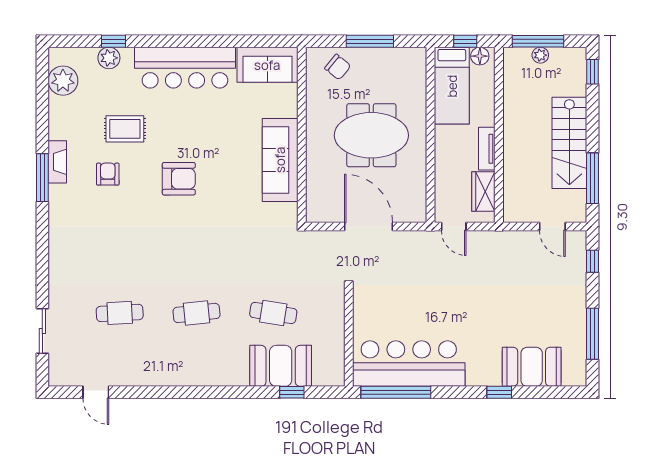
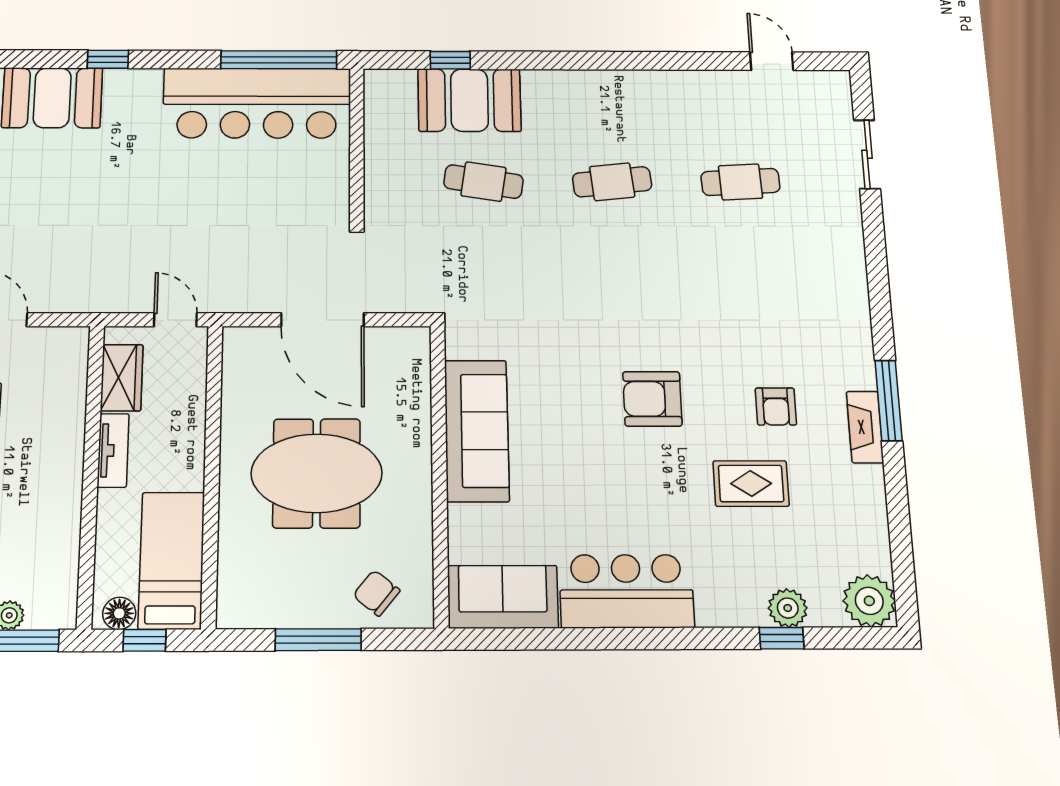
bar counter: (185, 68) -> (626, 591), width x0.73
plant: (63, 81) -> (869, 601), moved

